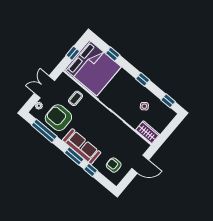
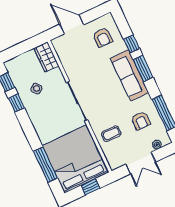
window: (113, 54) -> (45, 165), width x2.17
window: (143, 79) -> (16, 103), moved
armchair: (58, 118) -> (141, 121), width x0.53, depth x0.53

